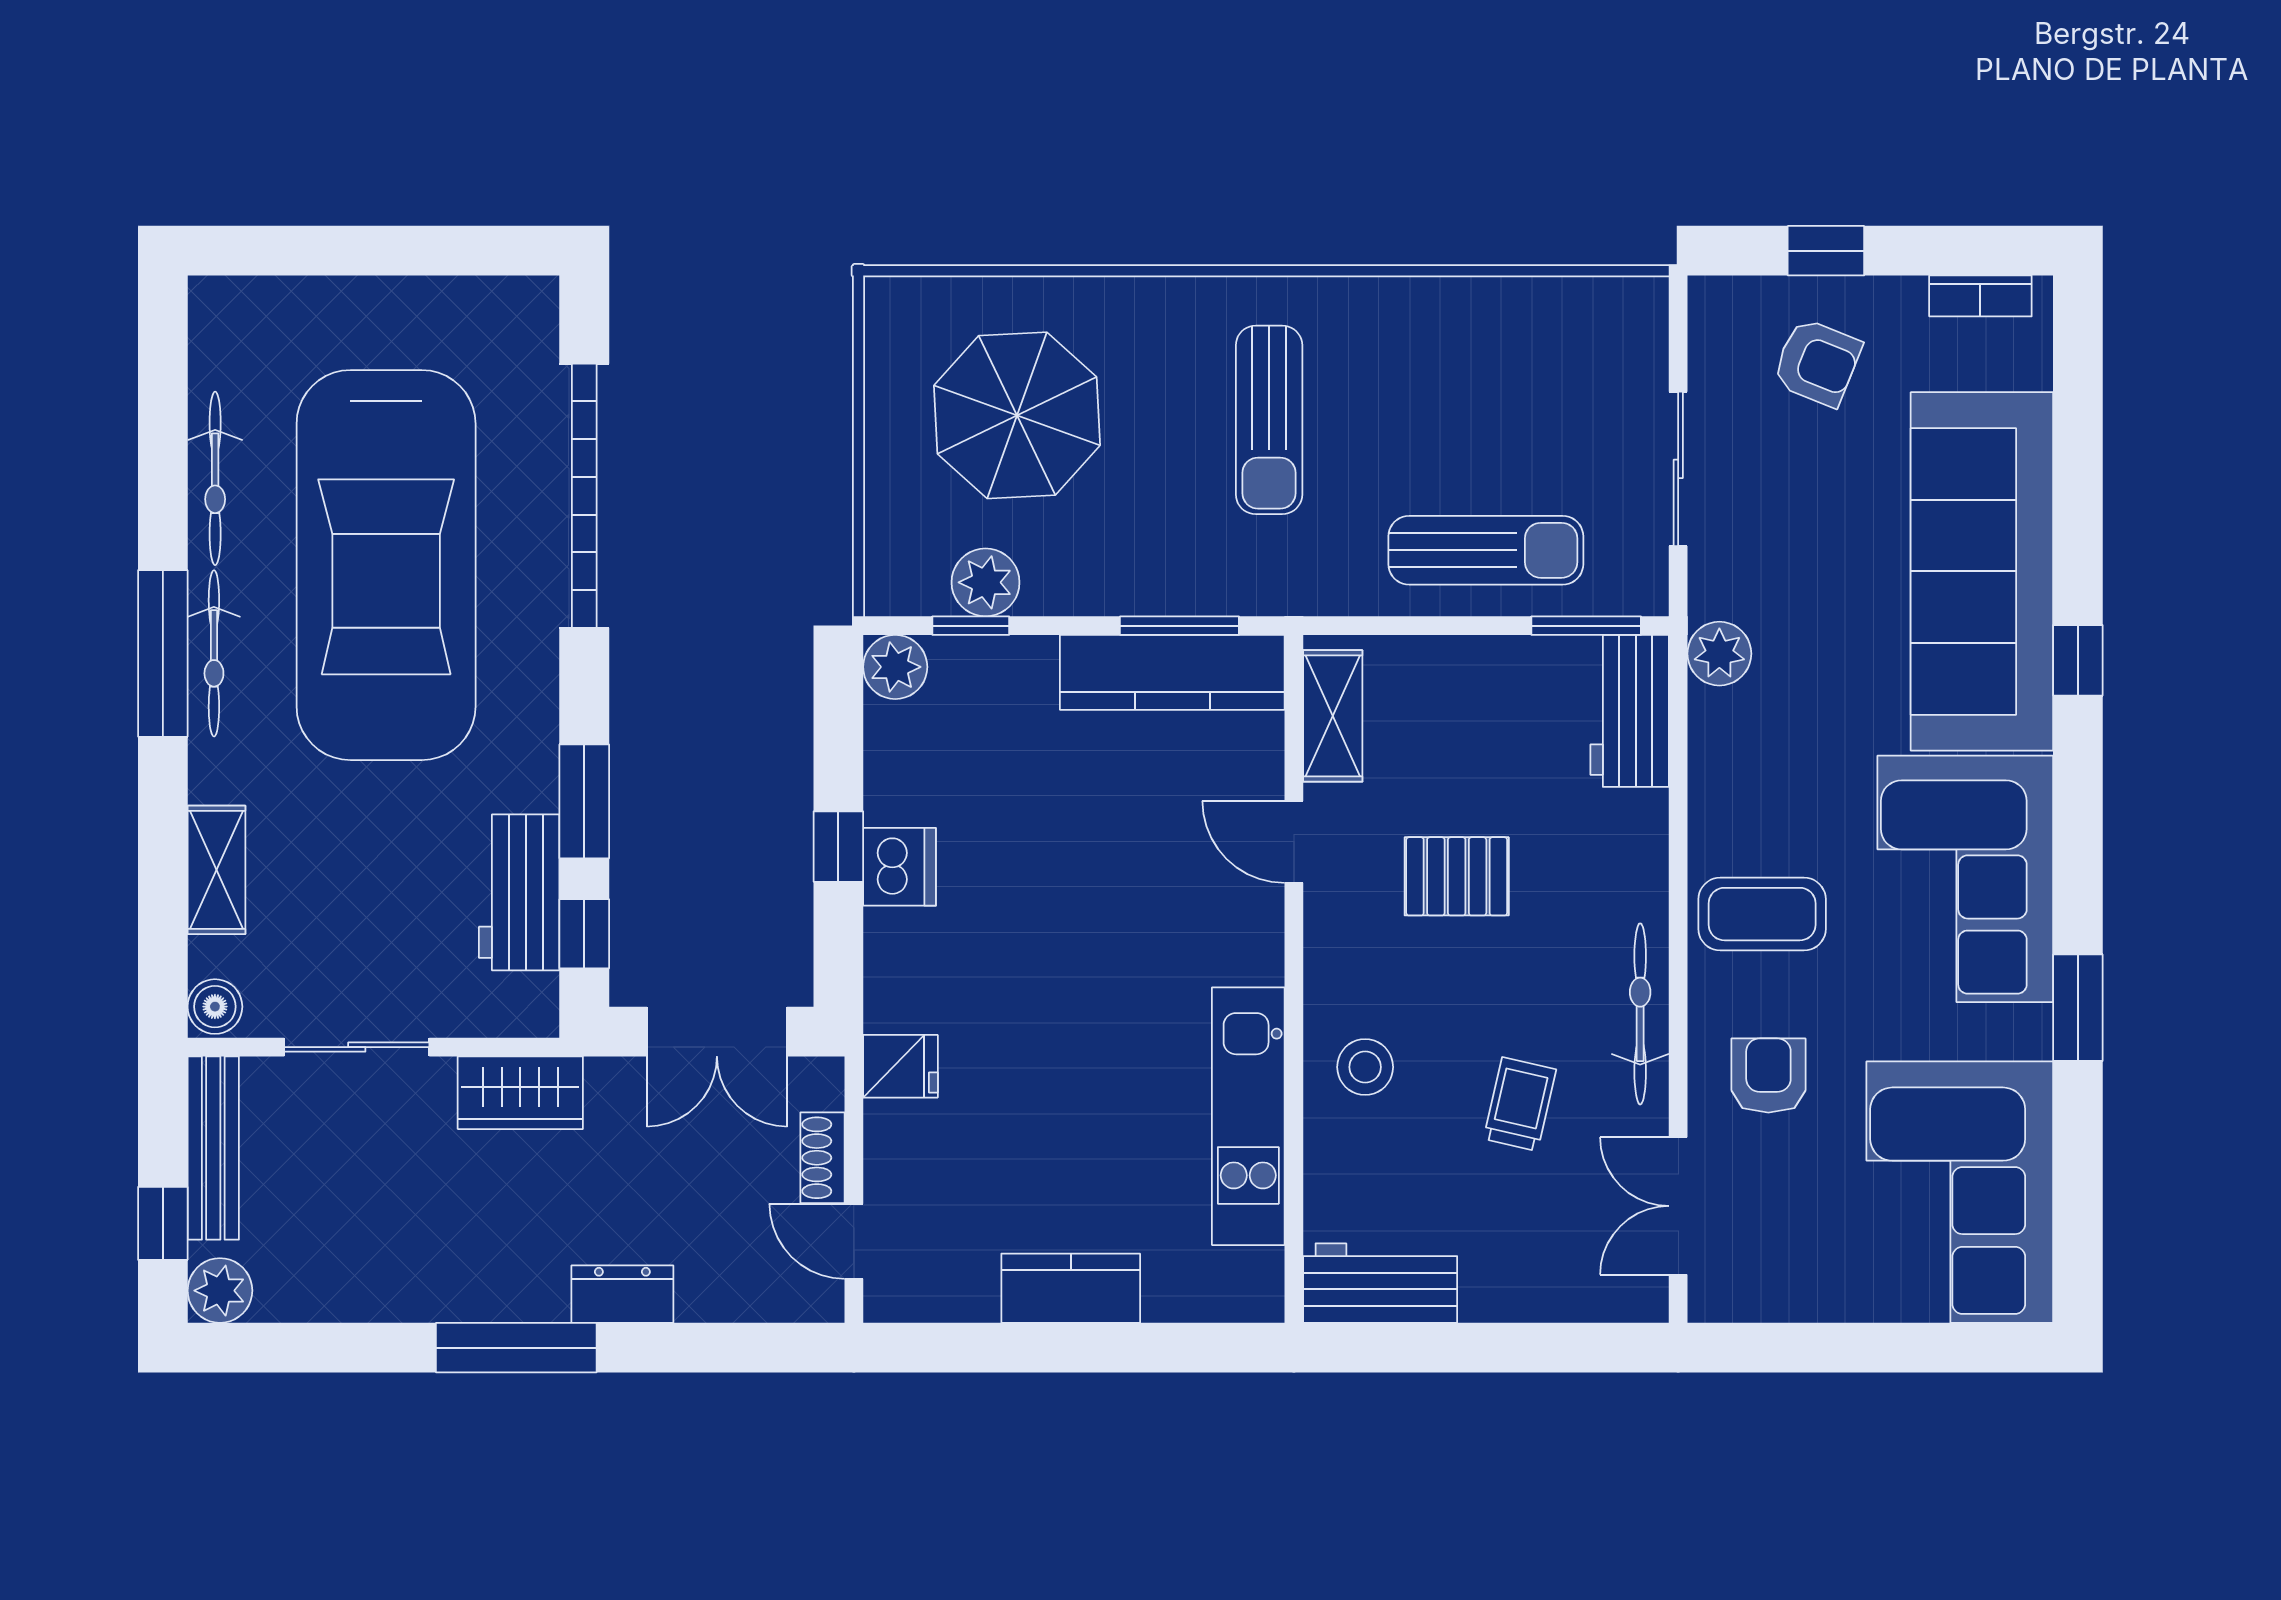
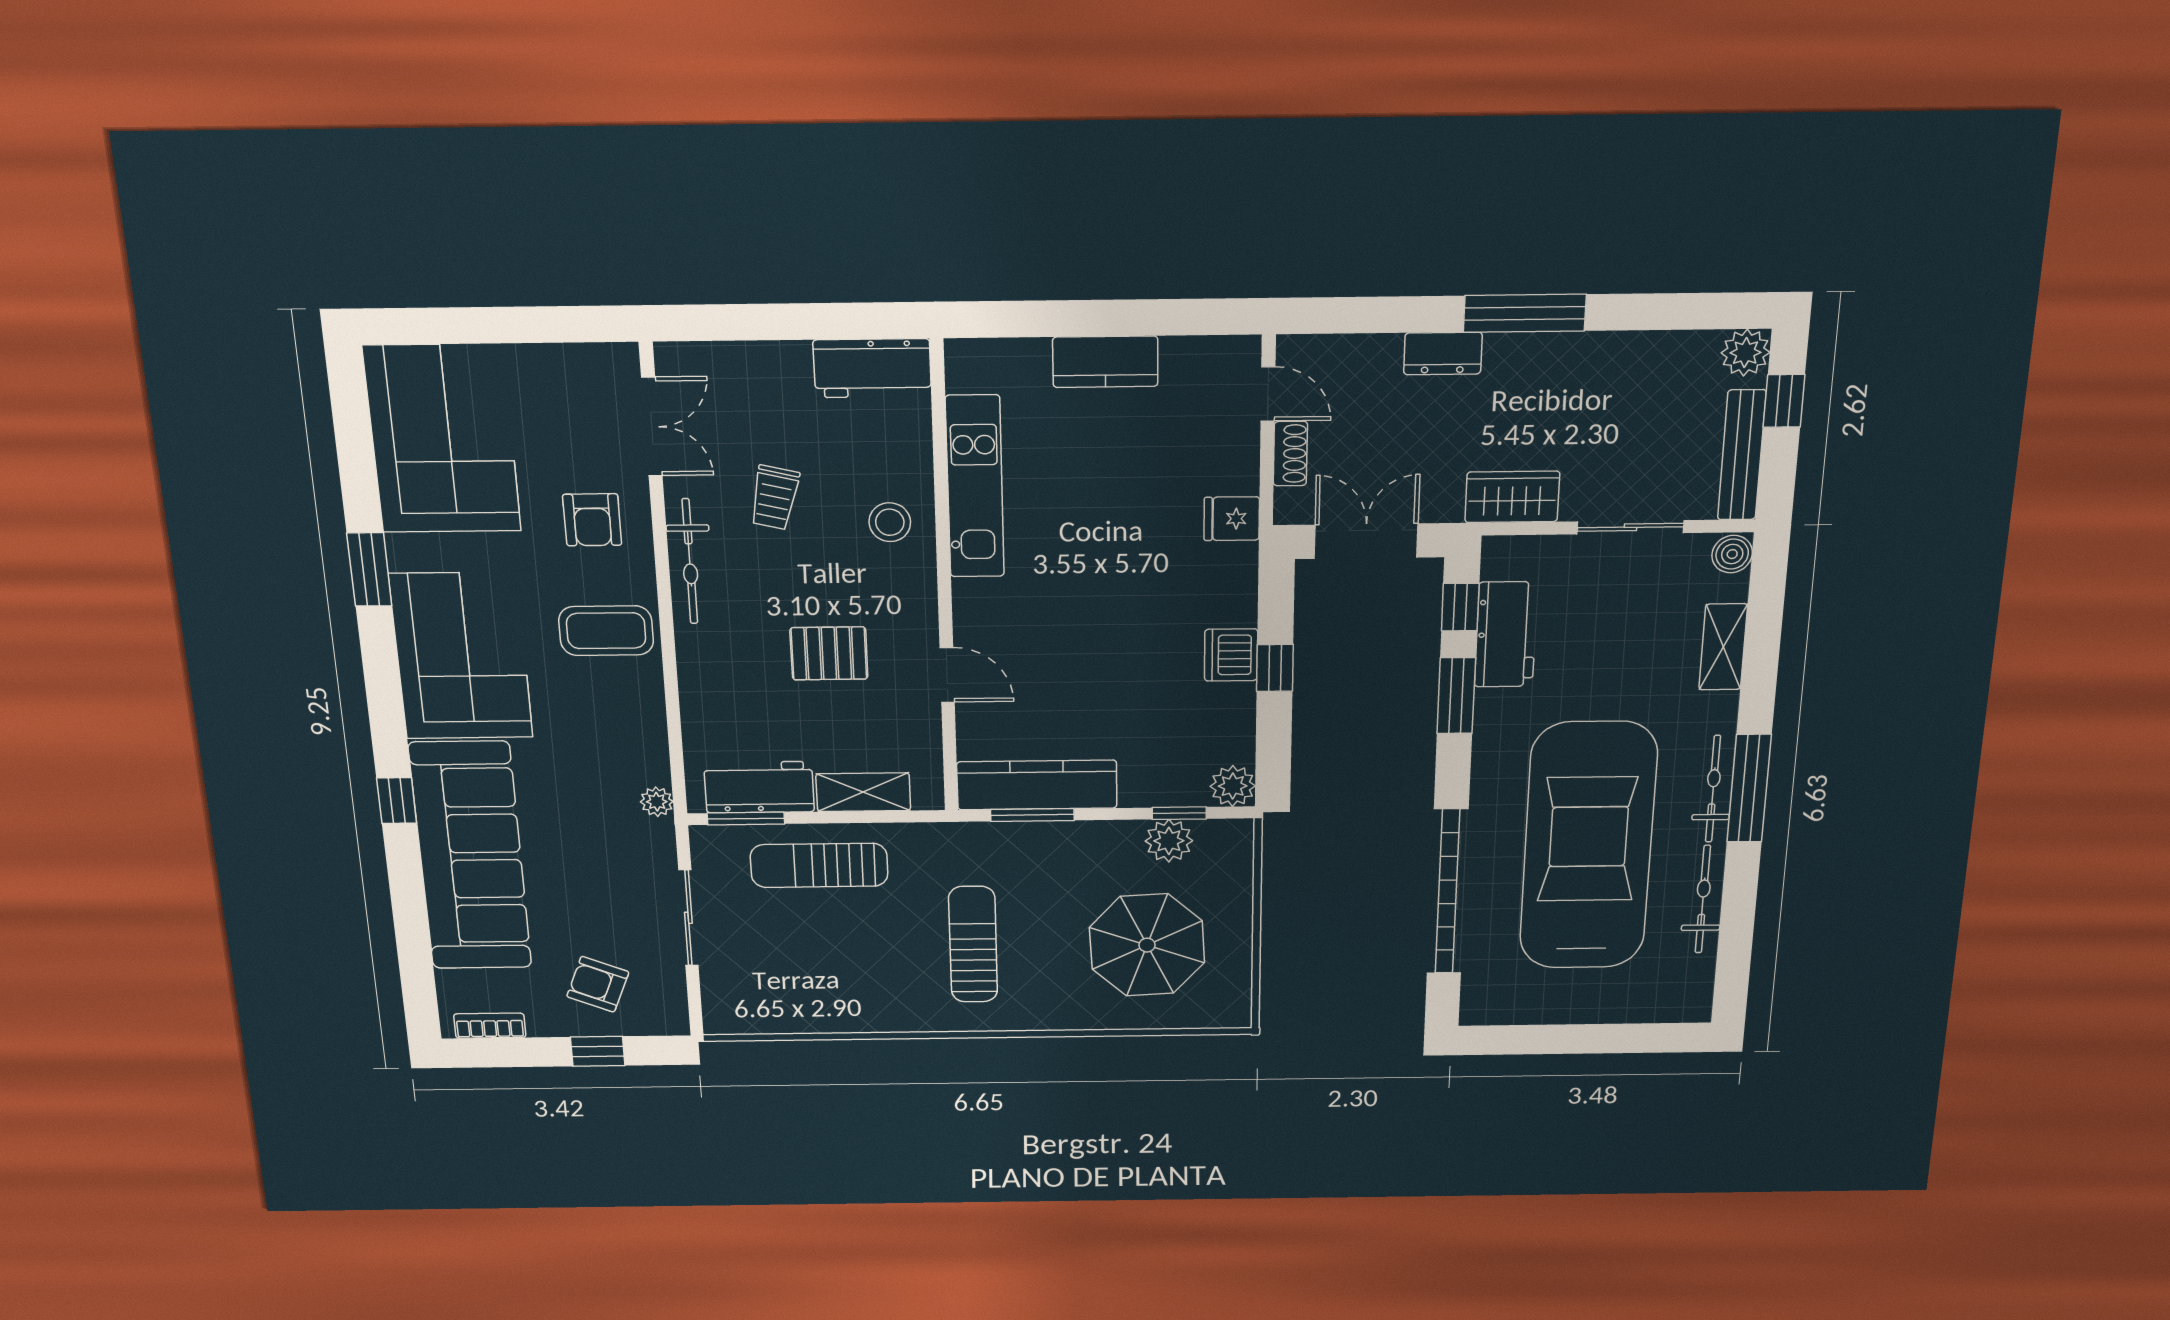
plant: (1719, 654) -> (657, 802), width x0.73, depth x0.73
workbench: (1630, 711) -> (759, 787), moved, turned -90
shelving: (1333, 716) -> (863, 792), moved, turned 90

